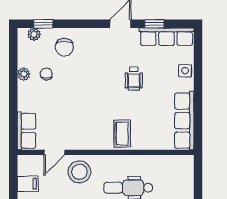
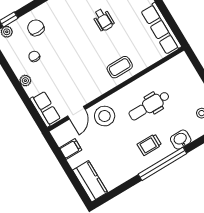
chair: (64, 47) -> (36, 28), turned 180
plant: (24, 74) -> (25, 81), moved
coffee table: (122, 134) -> (120, 67), turned 90

